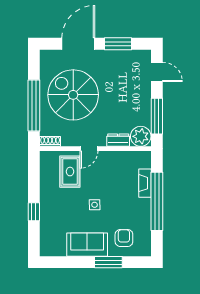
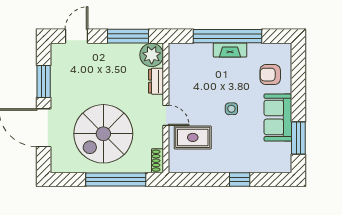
fireplace: (145, 183) -> (230, 50), moved
window: (108, 262) -> (298, 138), moved

